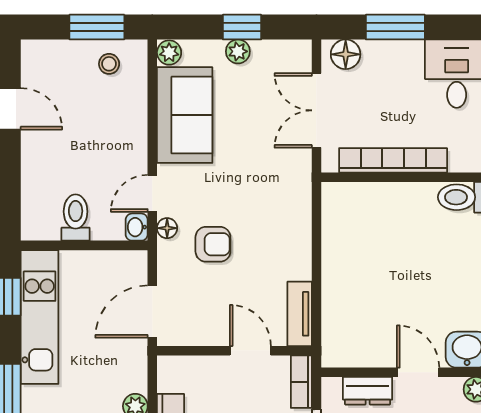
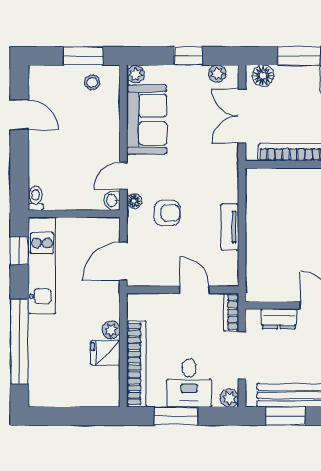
plant: (238, 51) -> (217, 74), moved
toilet: (76, 218) -> (36, 198), moved, width x0.73, depth x0.72
tv unit: (300, 314) -> (230, 227), moved

